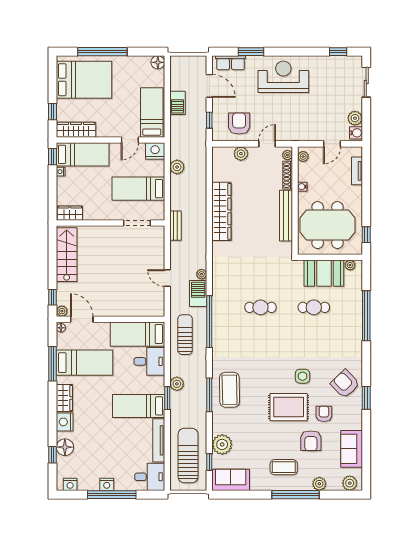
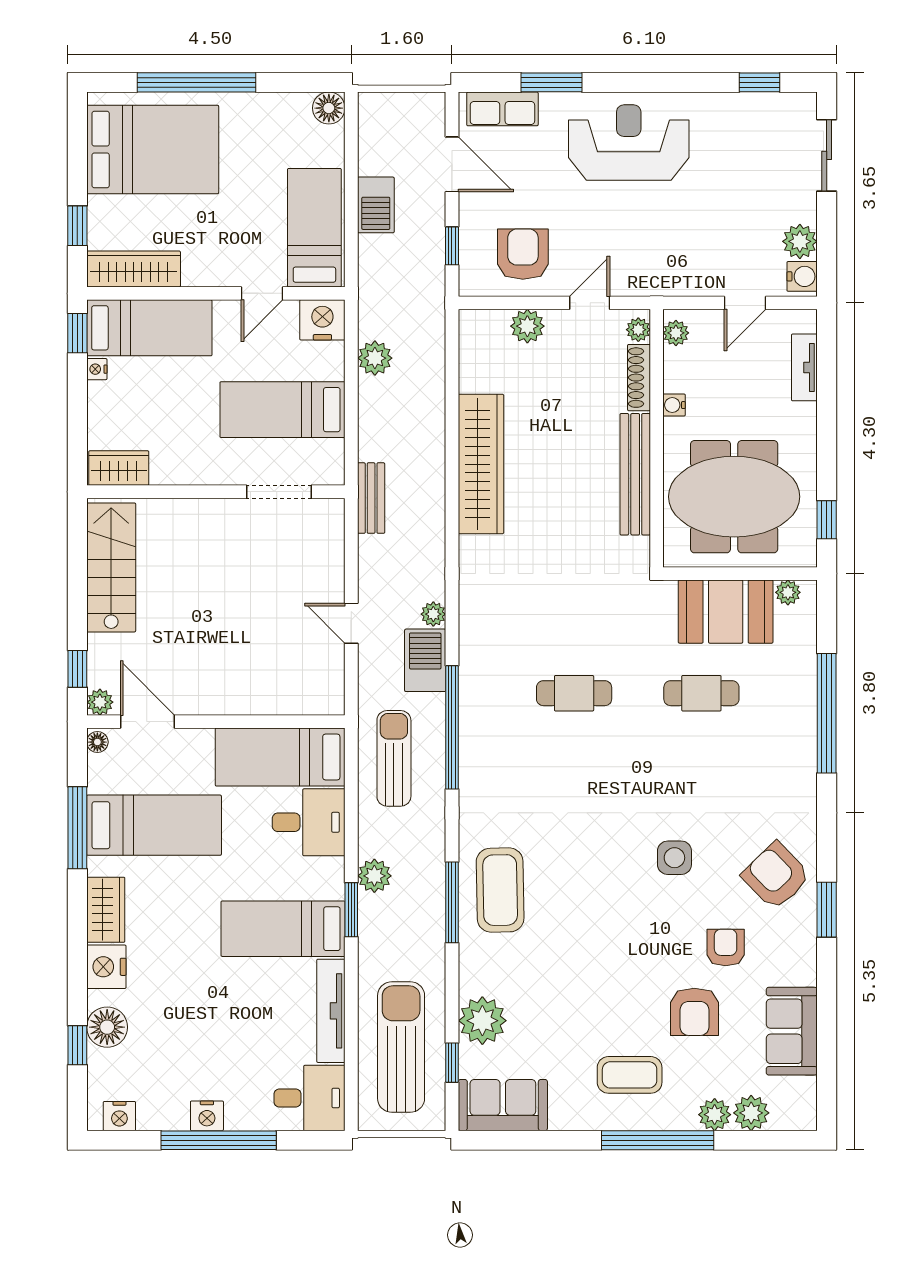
rug: (289, 407) -> (641, 931), removed
plant: (350, 483) -> (751, 1113), moved

